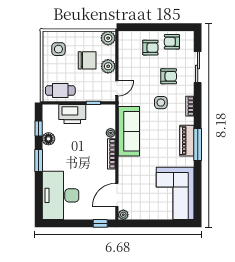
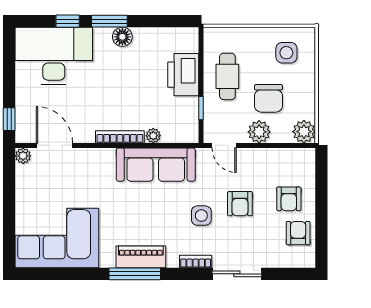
sliding door: (198, 67) -> (237, 274), moved
armchair: (169, 76) -> (240, 204), moved
cafe table: (60, 90) -> (227, 76), moved
window: (39, 129) -> (68, 21), moved
floor lamp: (48, 139) -> (122, 37), moved

